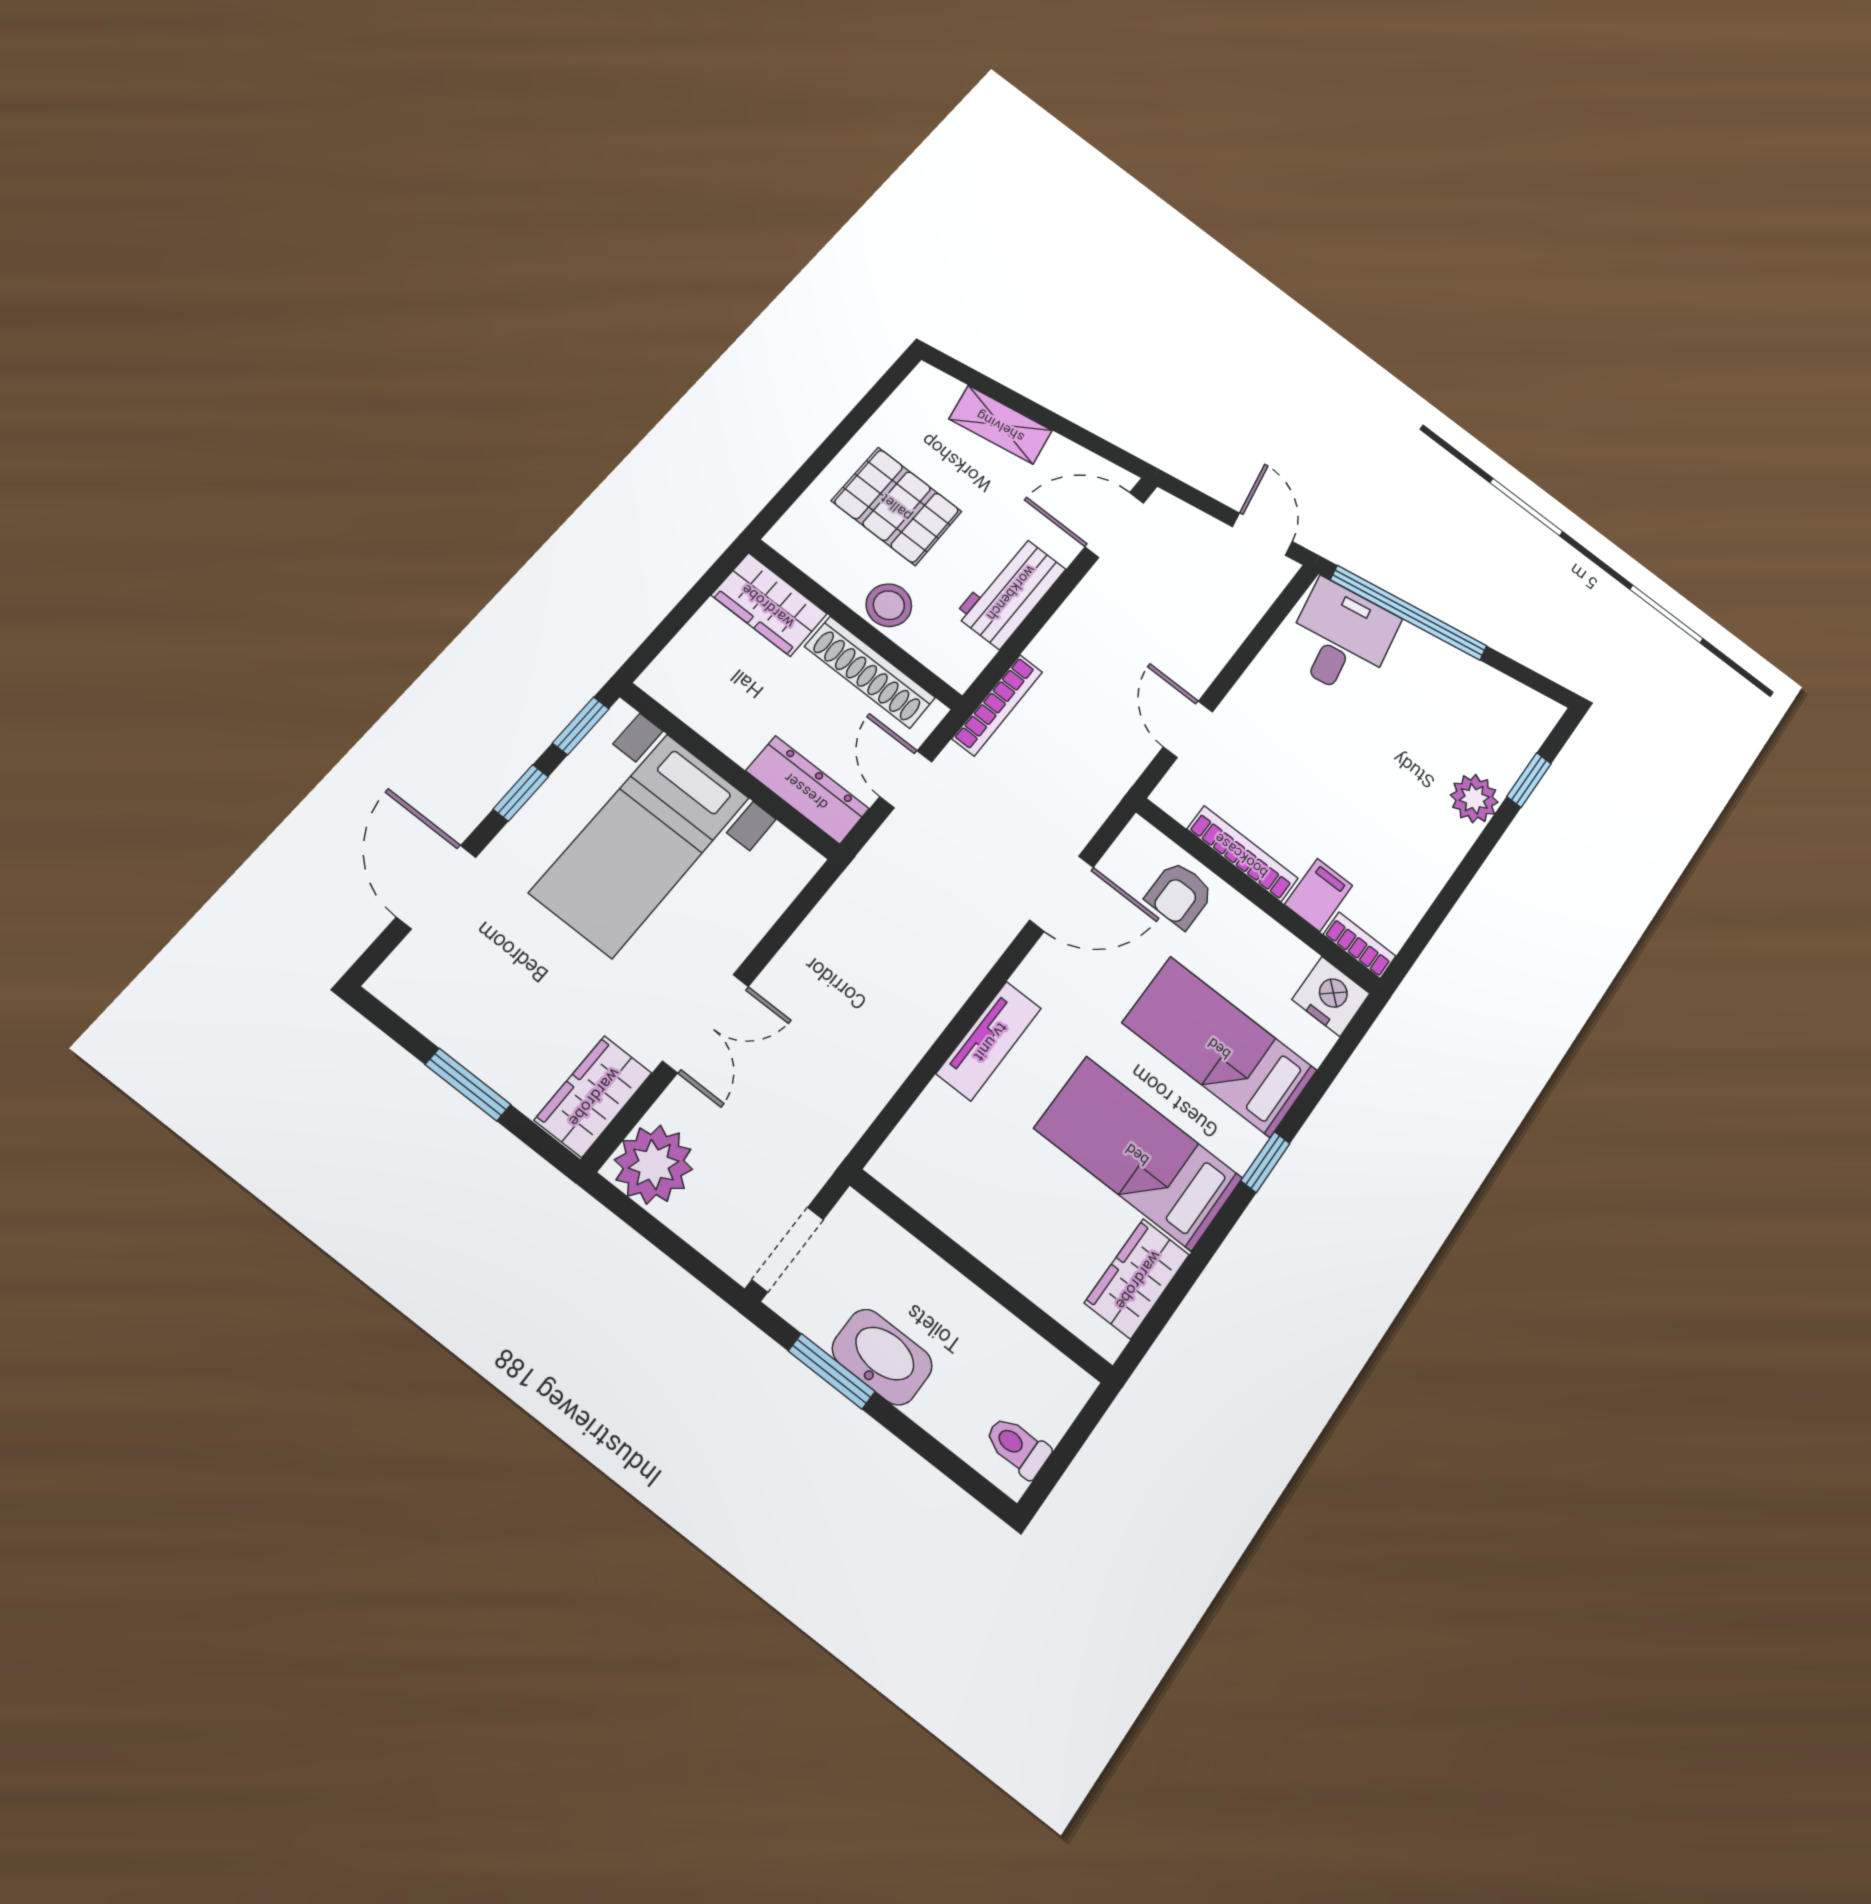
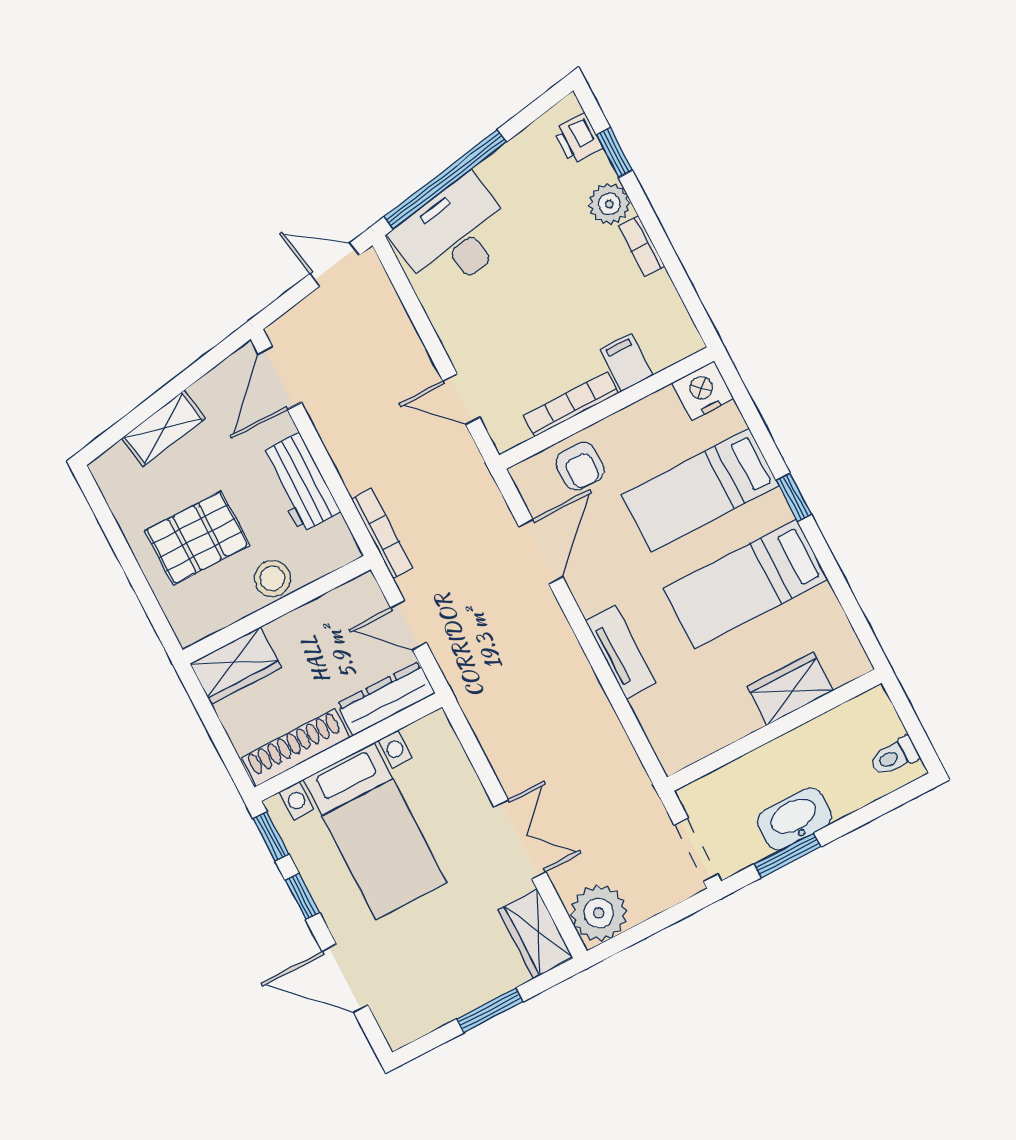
desk: (1341, 639) -> (454, 235), width x1.37
shoe rack: (870, 672) -> (296, 748), moved, turned 180
printer: (1522, 734) -> (578, 139), added
bookcase: (1359, 945) -> (642, 246), moved, turned -90
wardrobe: (1137, 1279) -> (790, 689), moved, turned 90

